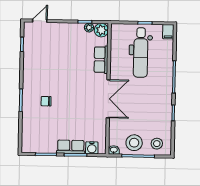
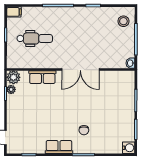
dental chair: (141, 53) -> (35, 38), width x0.73, depth x0.72
double door: (108, 99) -> (80, 70), swing flipped
stool: (134, 143) -> (123, 43), removed
row of seats: (71, 147) -> (59, 147), moved, turned 90
water cooler: (92, 148) -> (129, 148), moved

